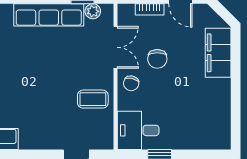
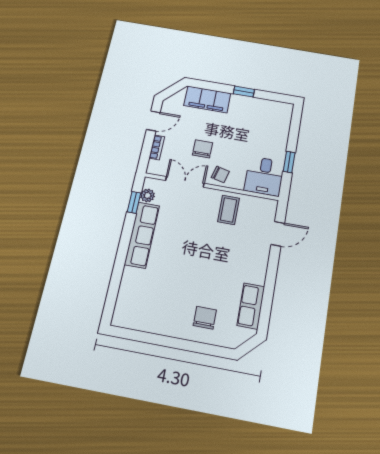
chair: (157, 59) -> (203, 149), turned -90
window: (236, 92) -> (244, 92), added

